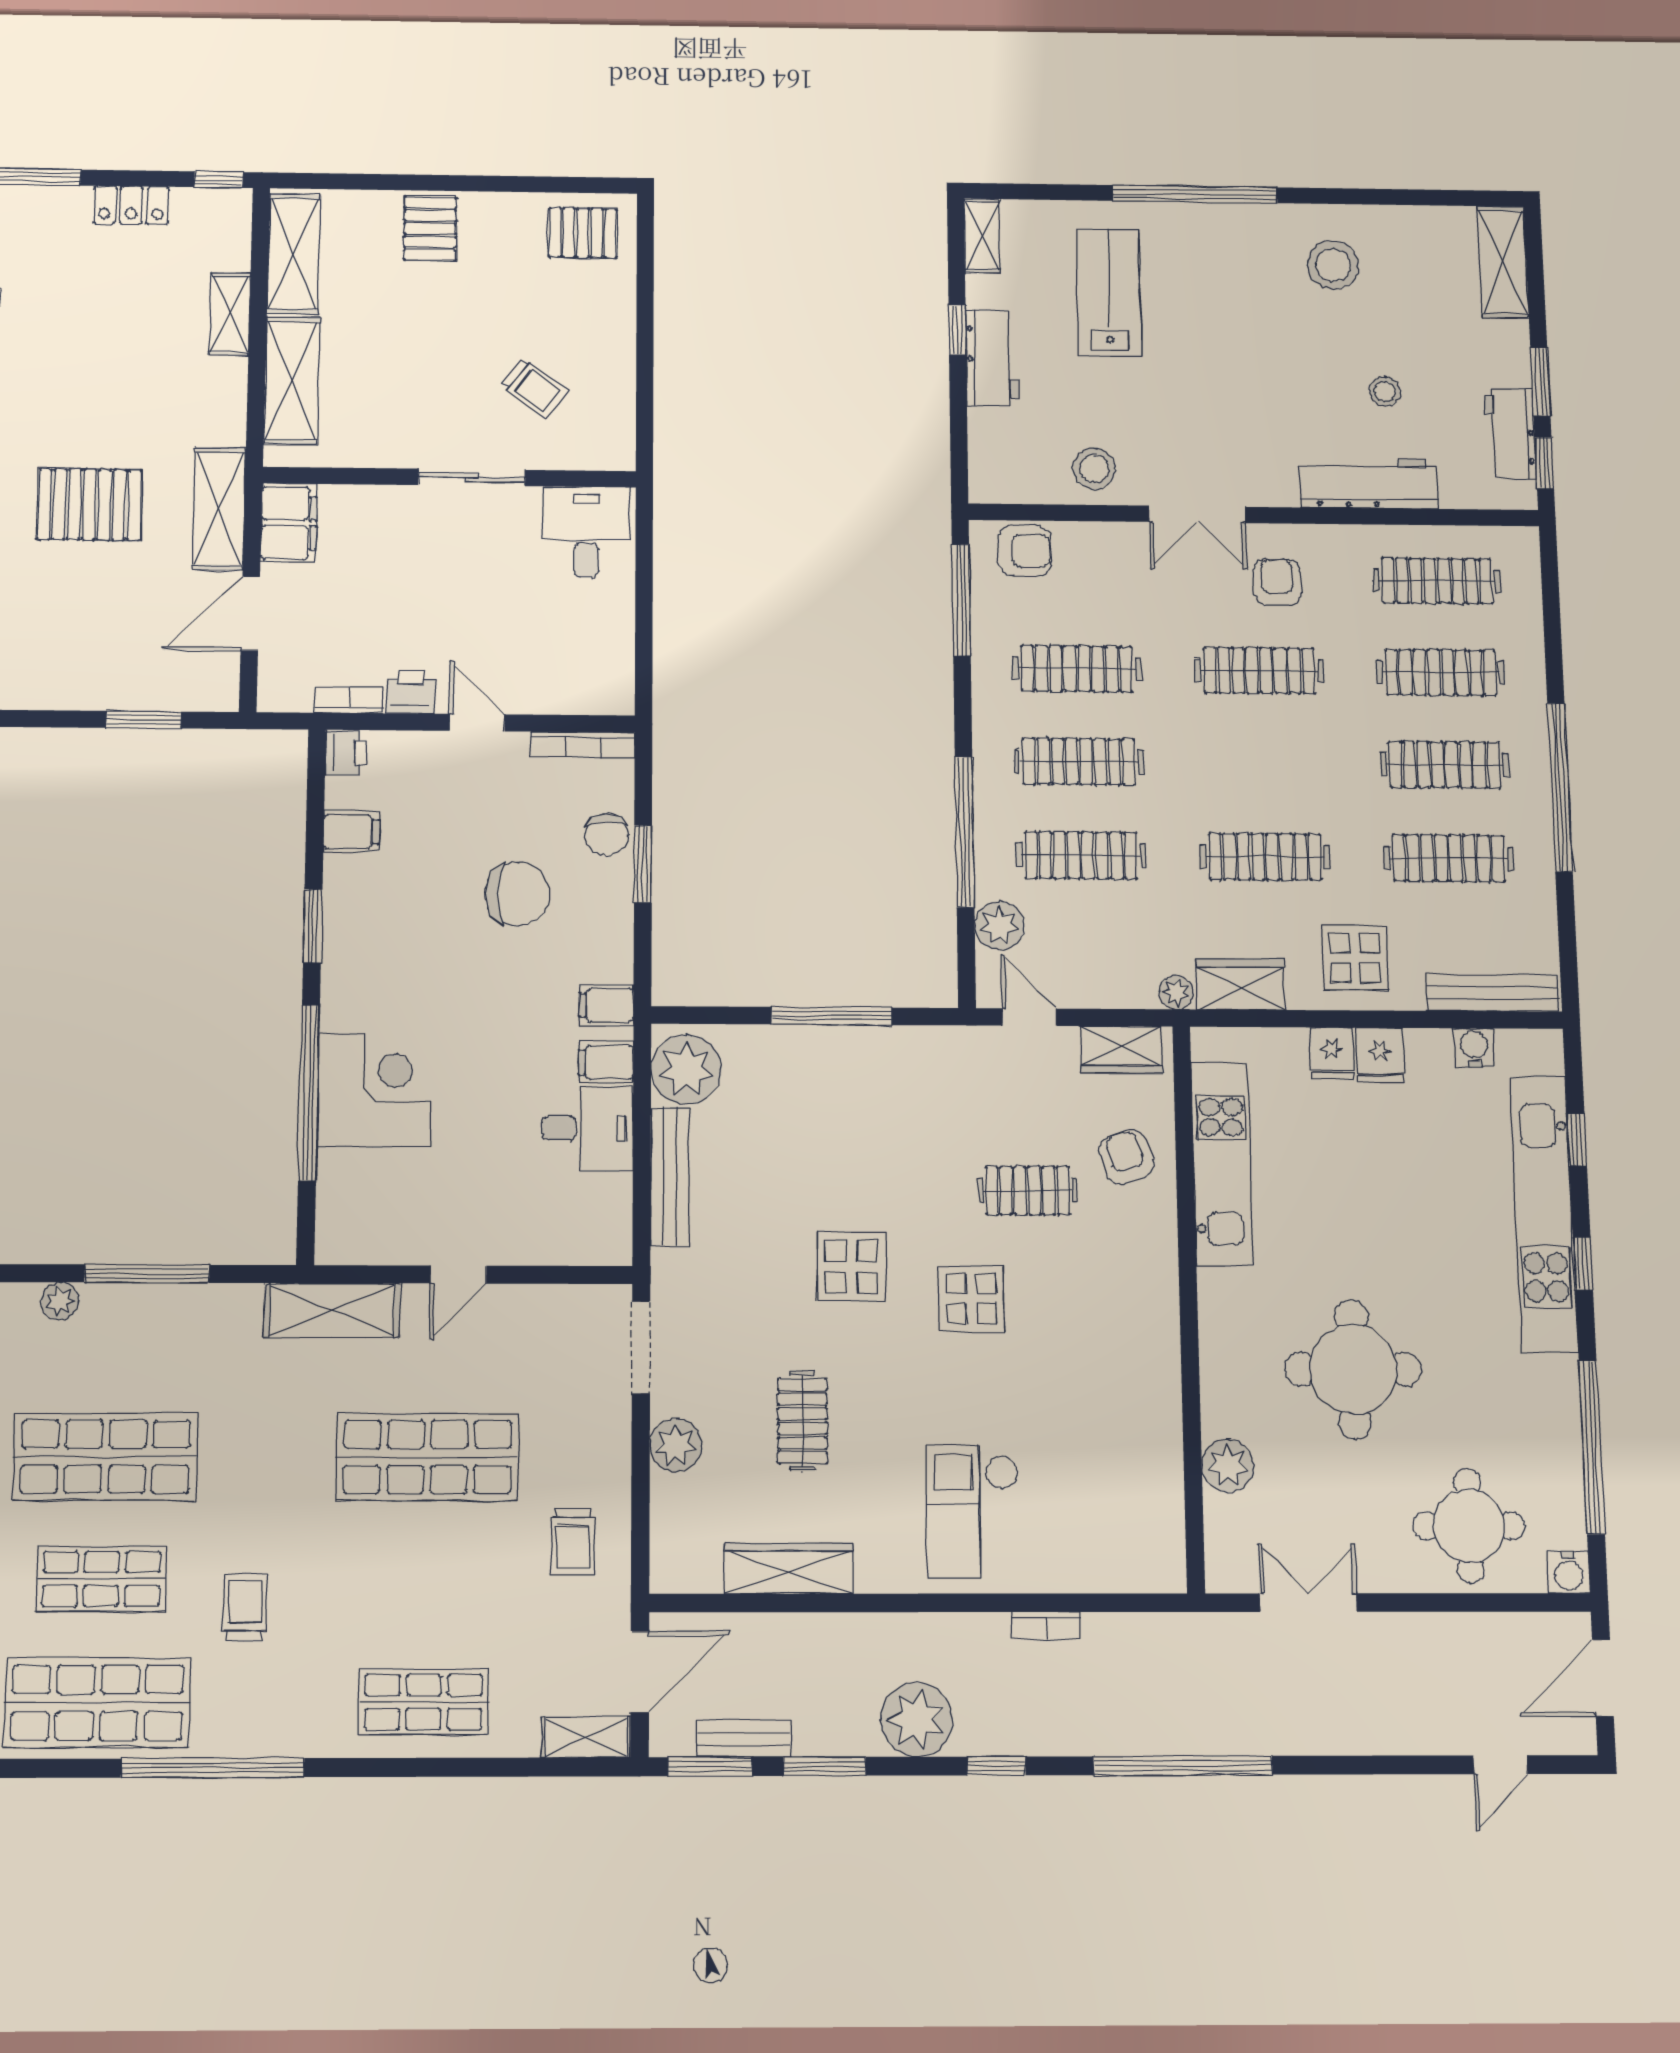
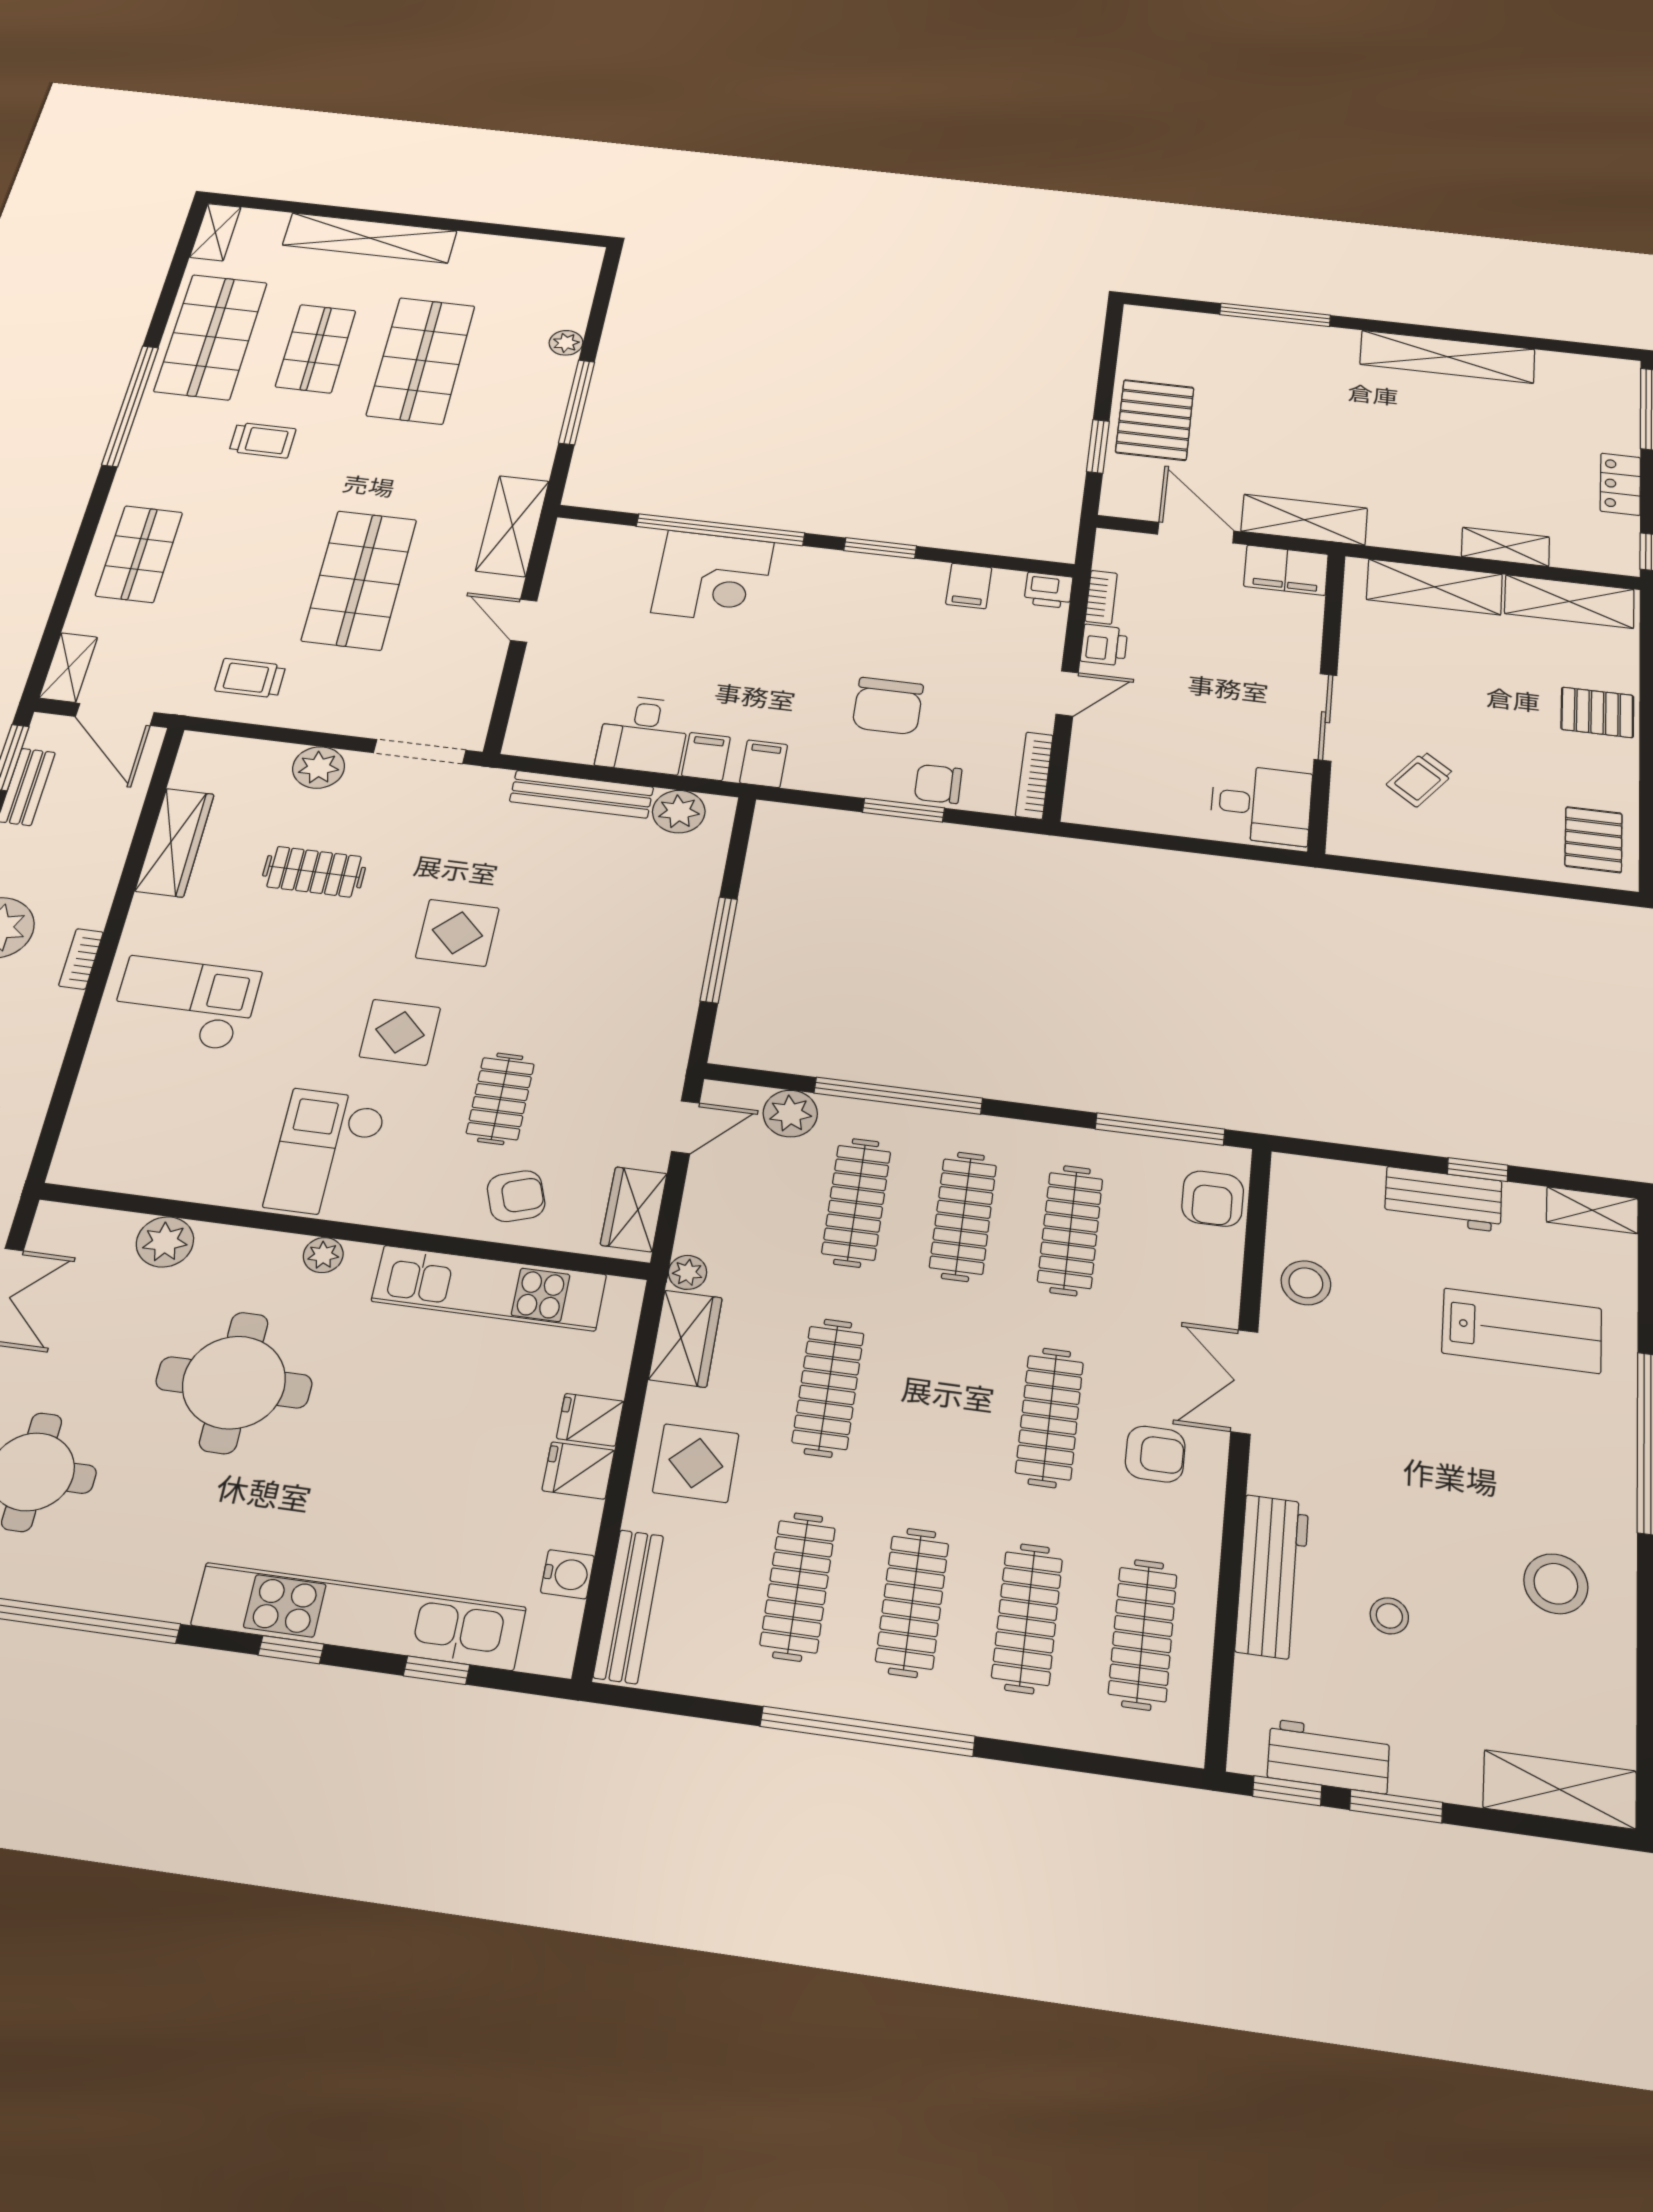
pallet: (89, 505) -> (1155, 420), moved
plant: (686, 1069) -> (679, 812), width x0.73, depth x0.73
plant: (1216, 1318) -> (323, 1255), added
checkout: (1112, 1339) -> (326, 1153), added
bookcase: (1046, 1626) -> (81, 959), moved

